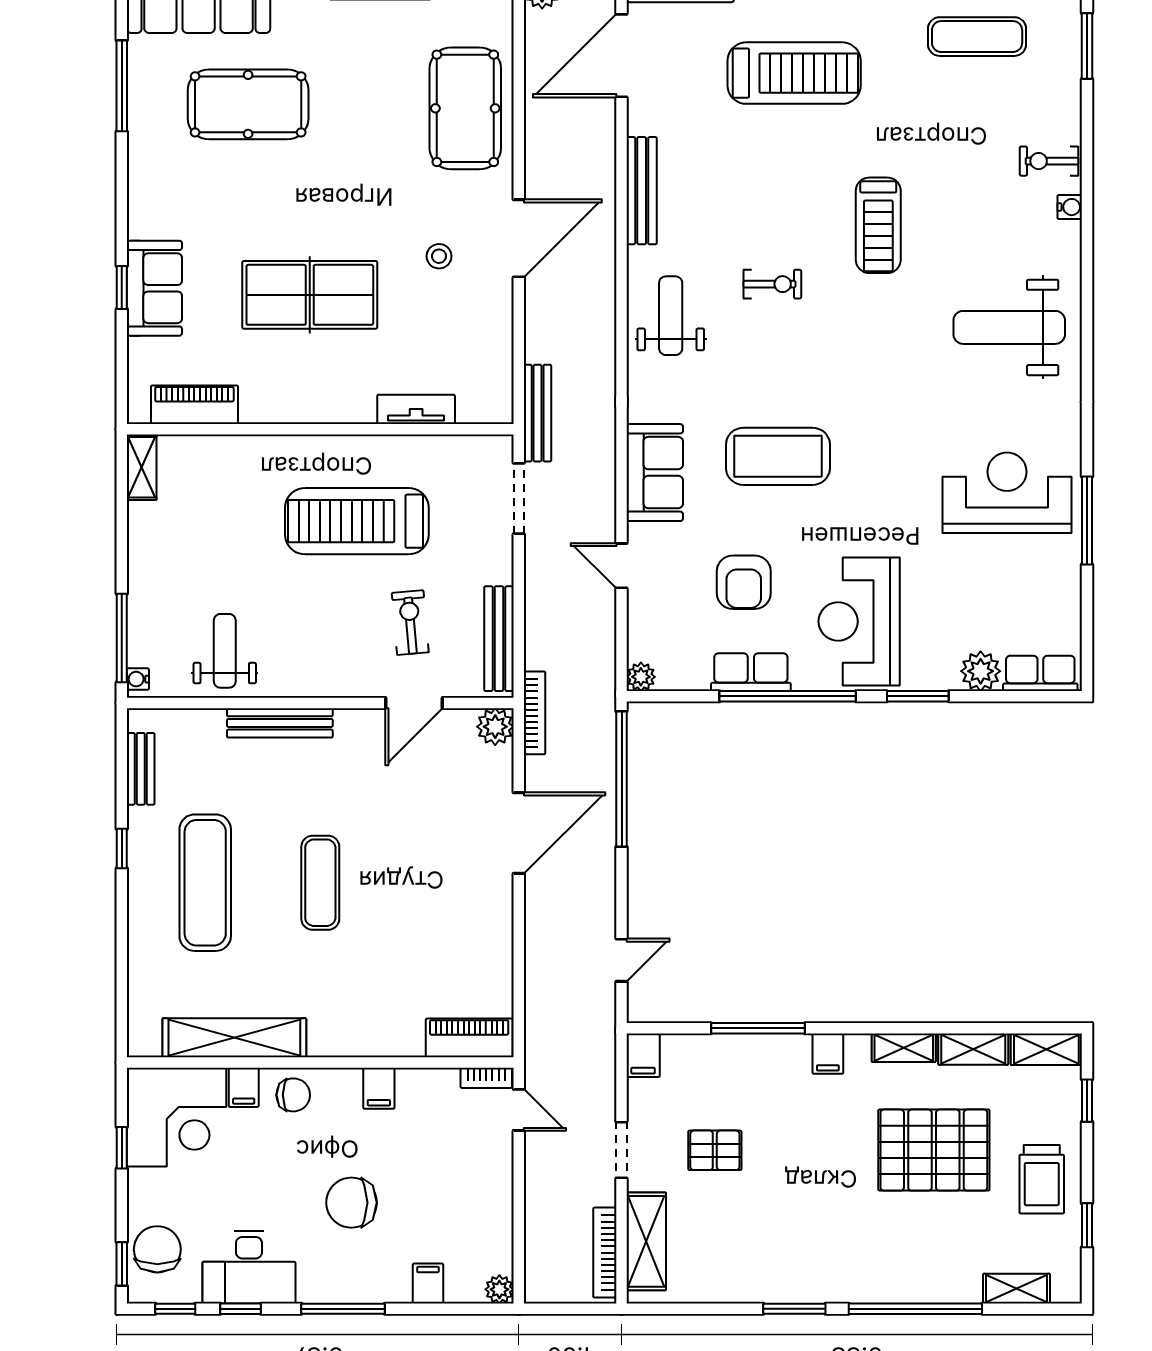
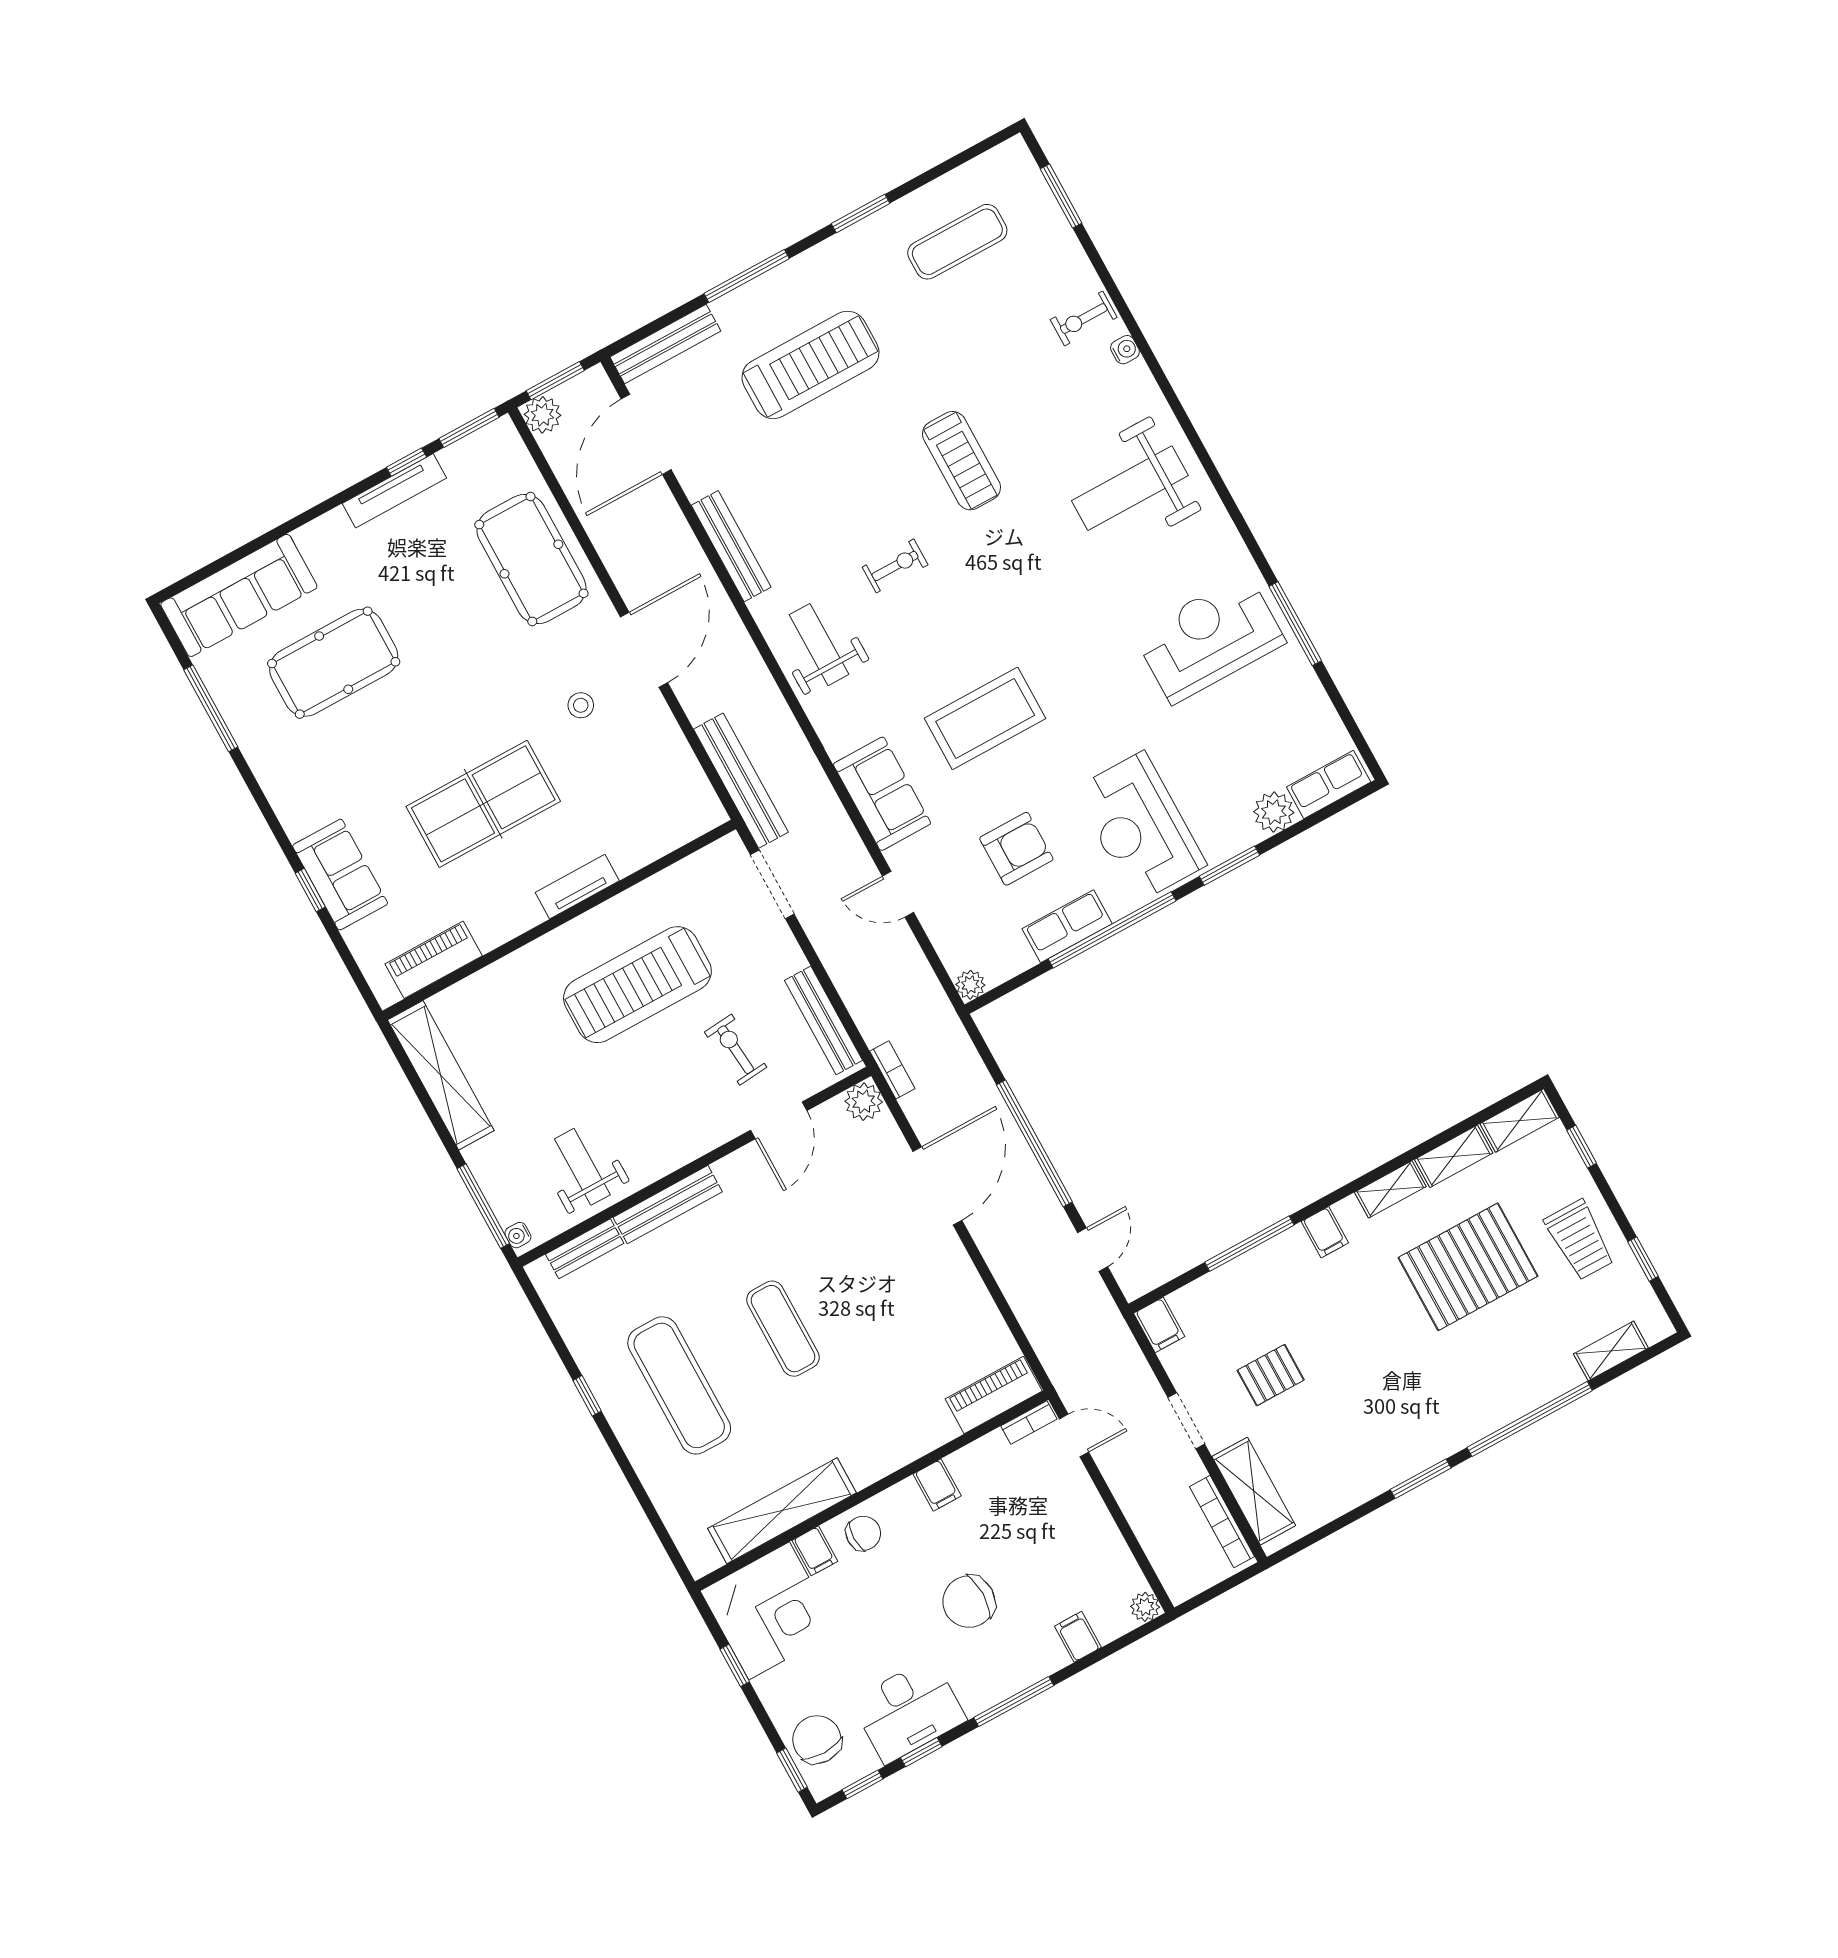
tv unit: (416, 409) -> (577, 887), moved
bench: (538, 413) -> (741, 781), width x1.37, depth x1.21
shelving: (142, 467) -> (441, 1075), width x2.20, depth x1.33
armchair: (744, 582) -> (1016, 849), turned -90
bookcase: (535, 713) -> (892, 1070), width x0.64
bench: (141, 769) -> (585, 1249), moved, turned 90
window: (622, 779) -> (1034, 1143), moved

